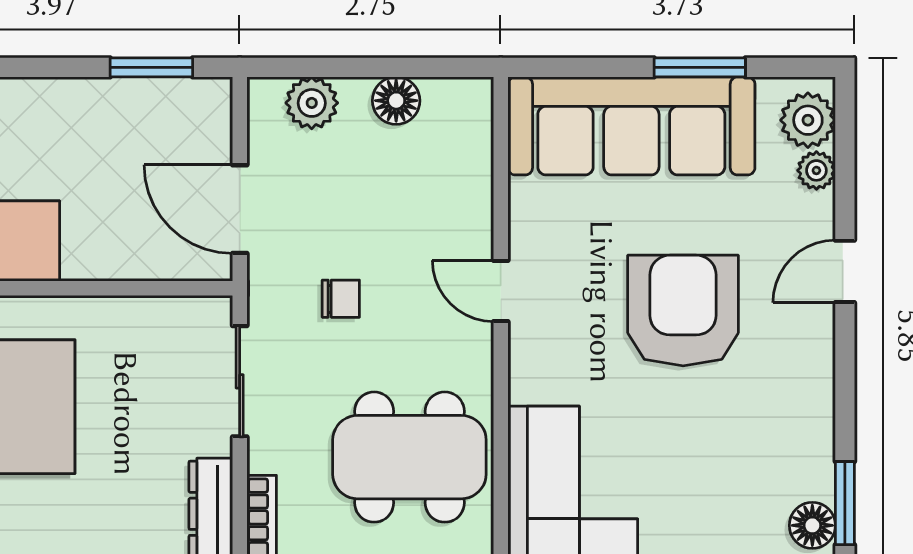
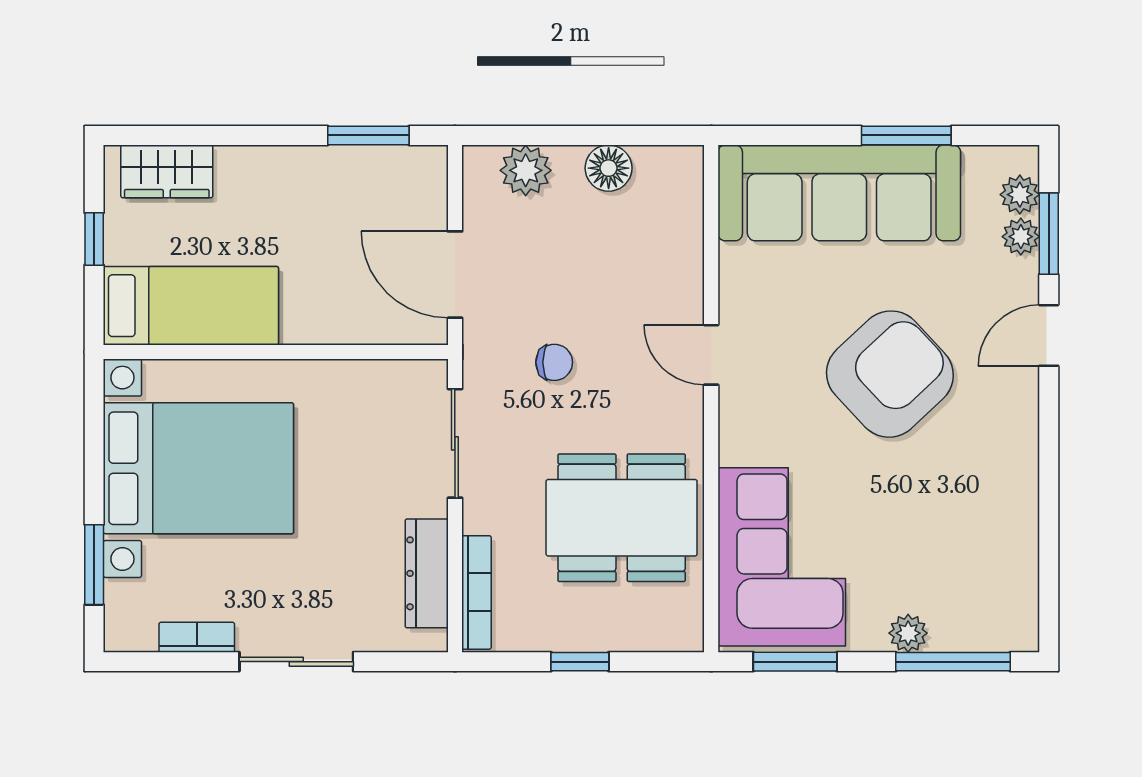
plant: (808, 120) -> (1020, 195), width x0.73, depth x0.73
armchair: (683, 311) -> (890, 374), turned 47
window: (845, 503) -> (1049, 234), moved
floor lamp: (812, 525) -> (1017, 585), removed

